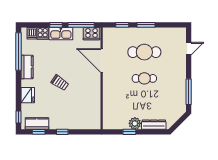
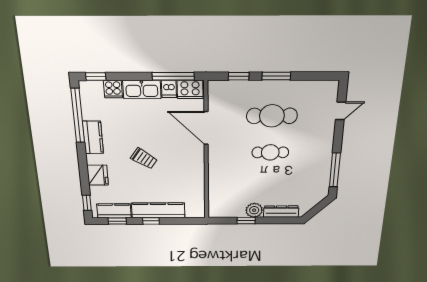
window: (56, 25) -> (96, 76), moved
dishwasher: (32, 33) -> (169, 89), moved
kitchen counter: (68, 123) -> (158, 210), added

